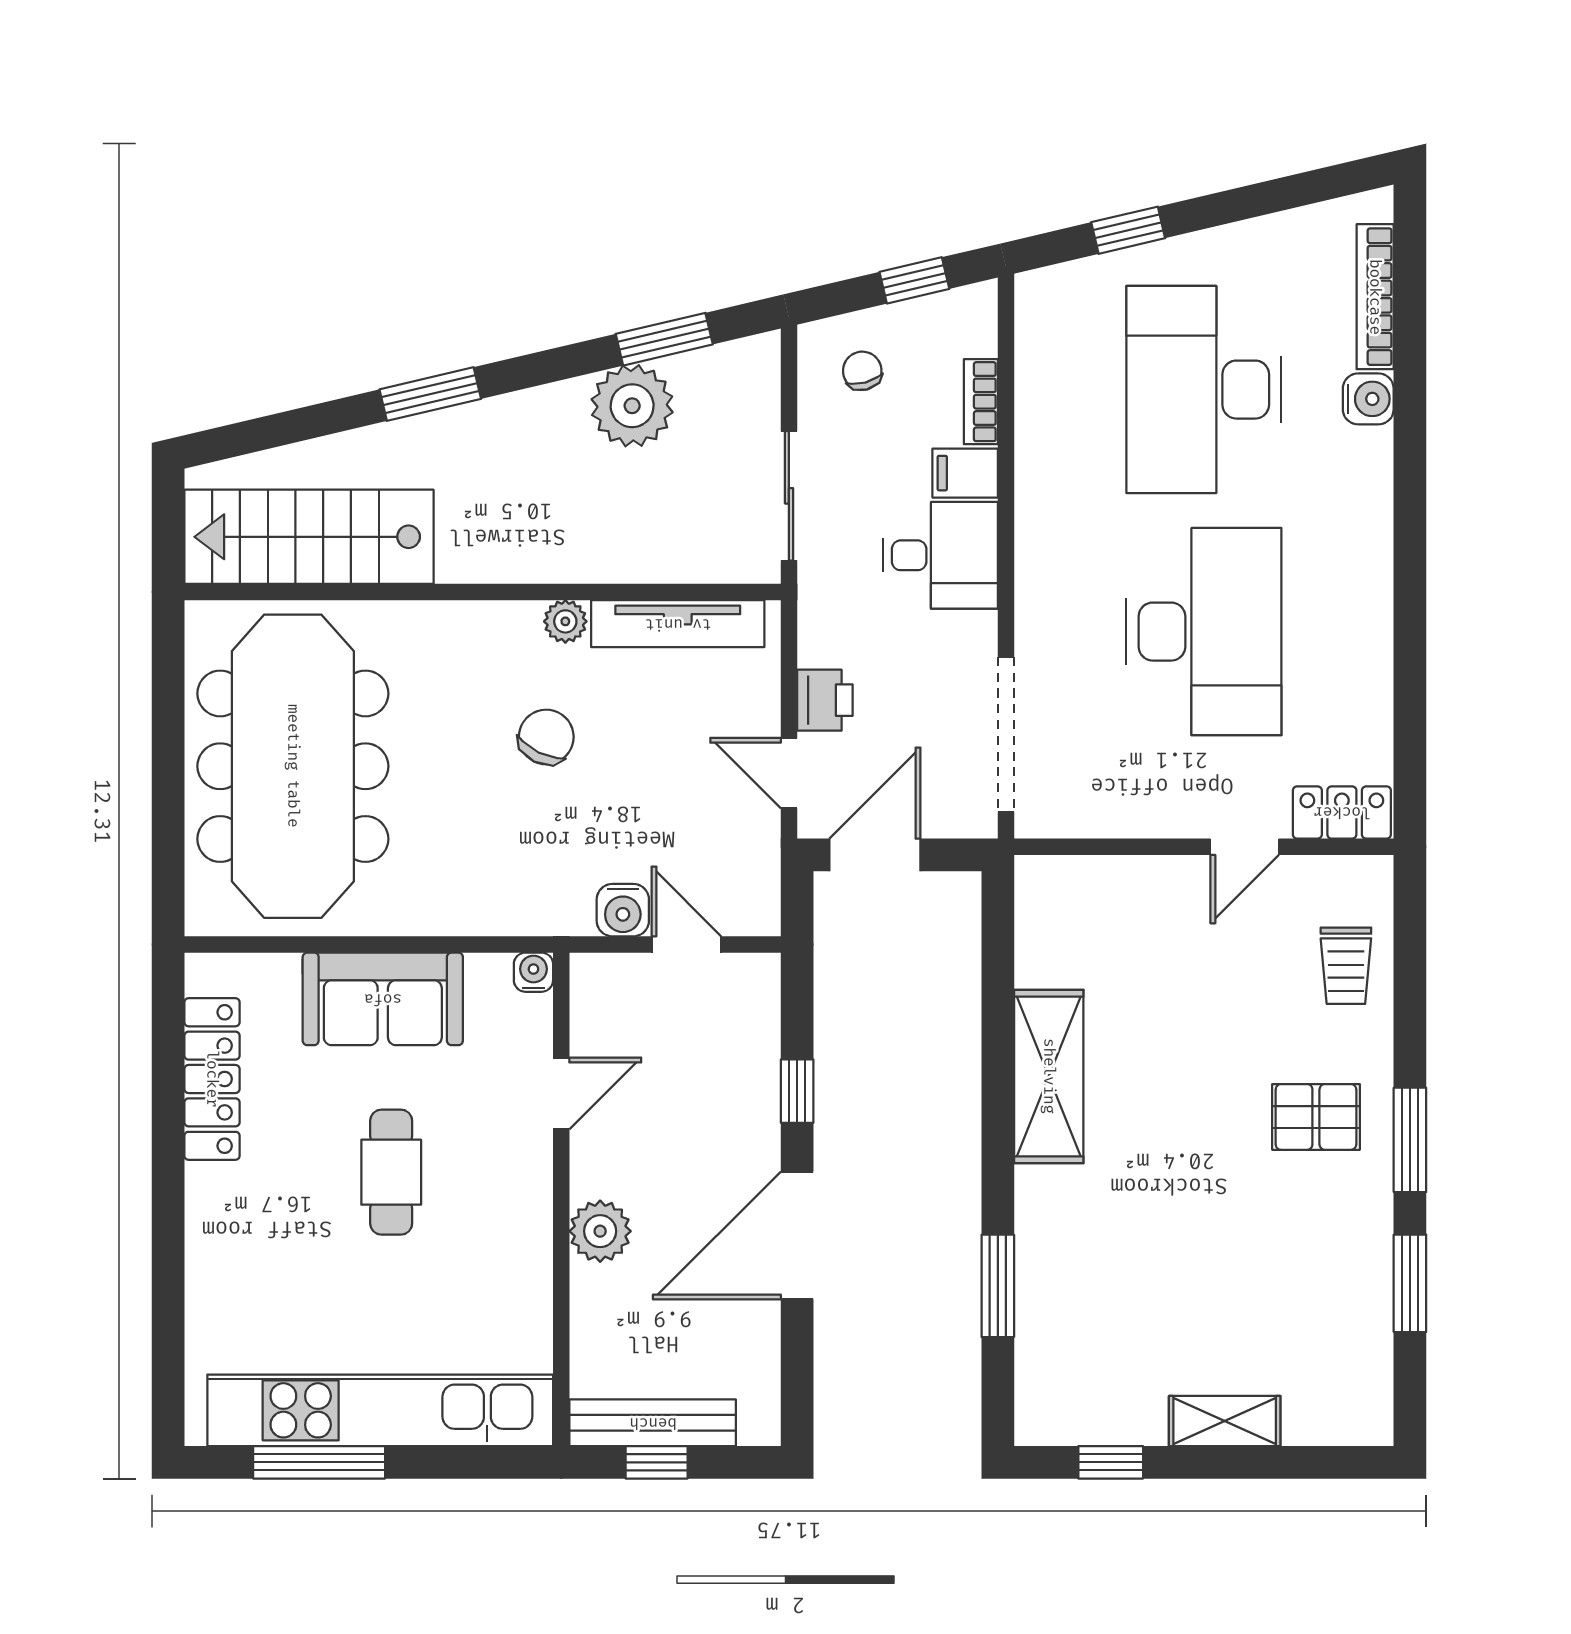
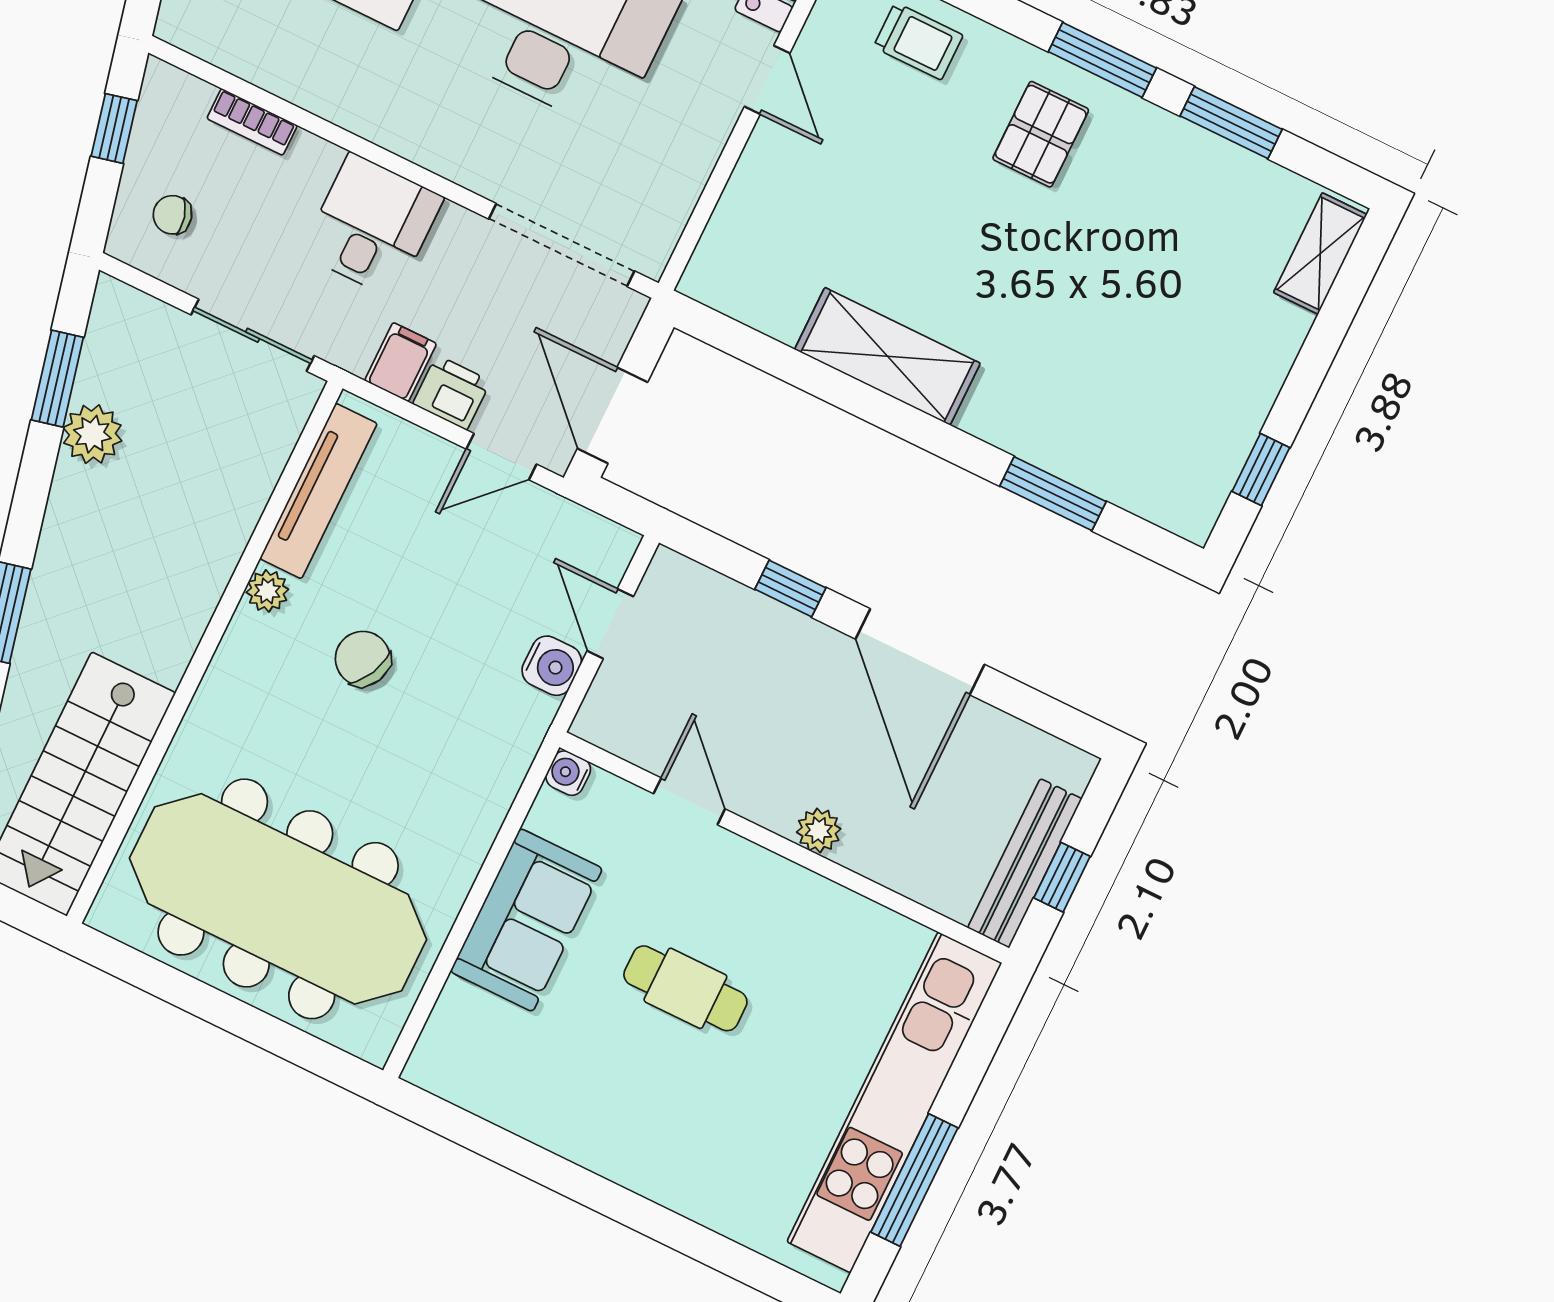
plant: (632, 406) -> (92, 434), width x0.73, depth x0.73
filing cabinet: (965, 473) -> (401, 362), moved, turned 180
door: (686, 944) -> (610, 624), hinge flipped
locker: (212, 1079) -> (523, 1108), removed
plant: (600, 1231) -> (819, 831), width x0.73, depth x0.73
shelving: (1225, 1421) -> (1320, 254), moved

